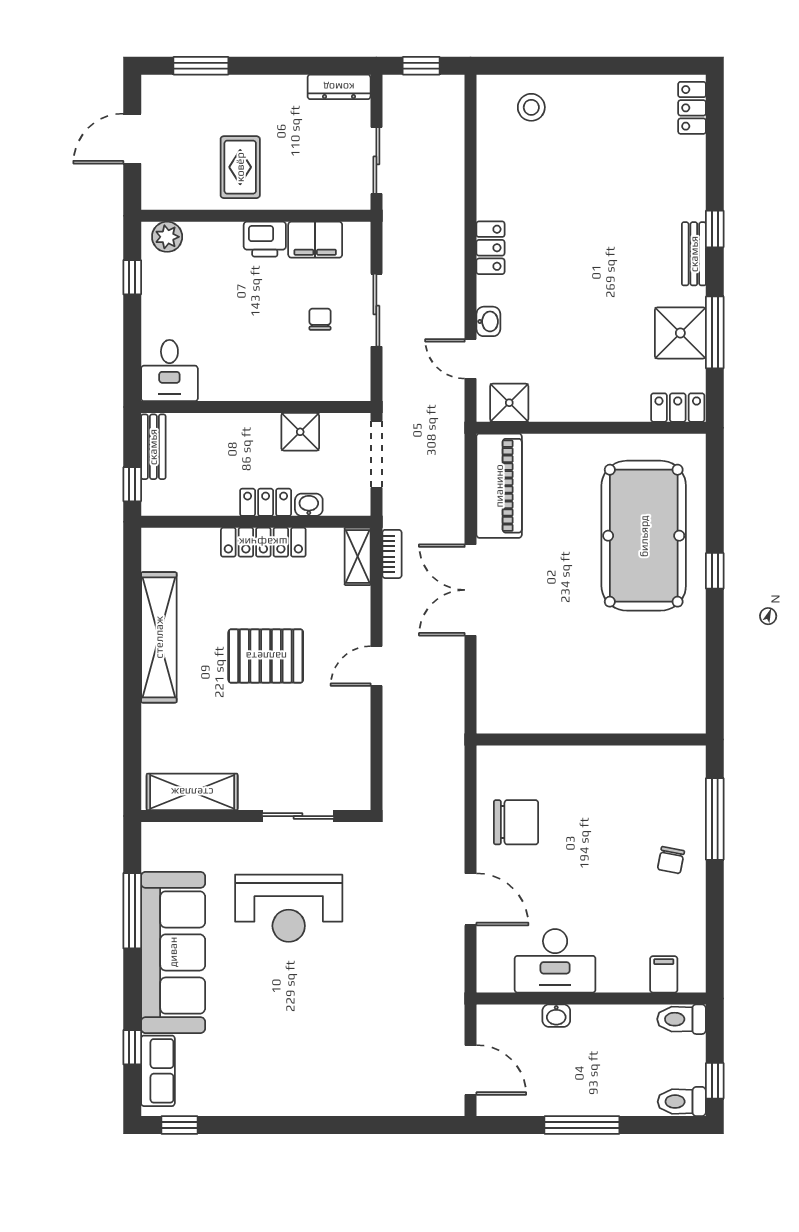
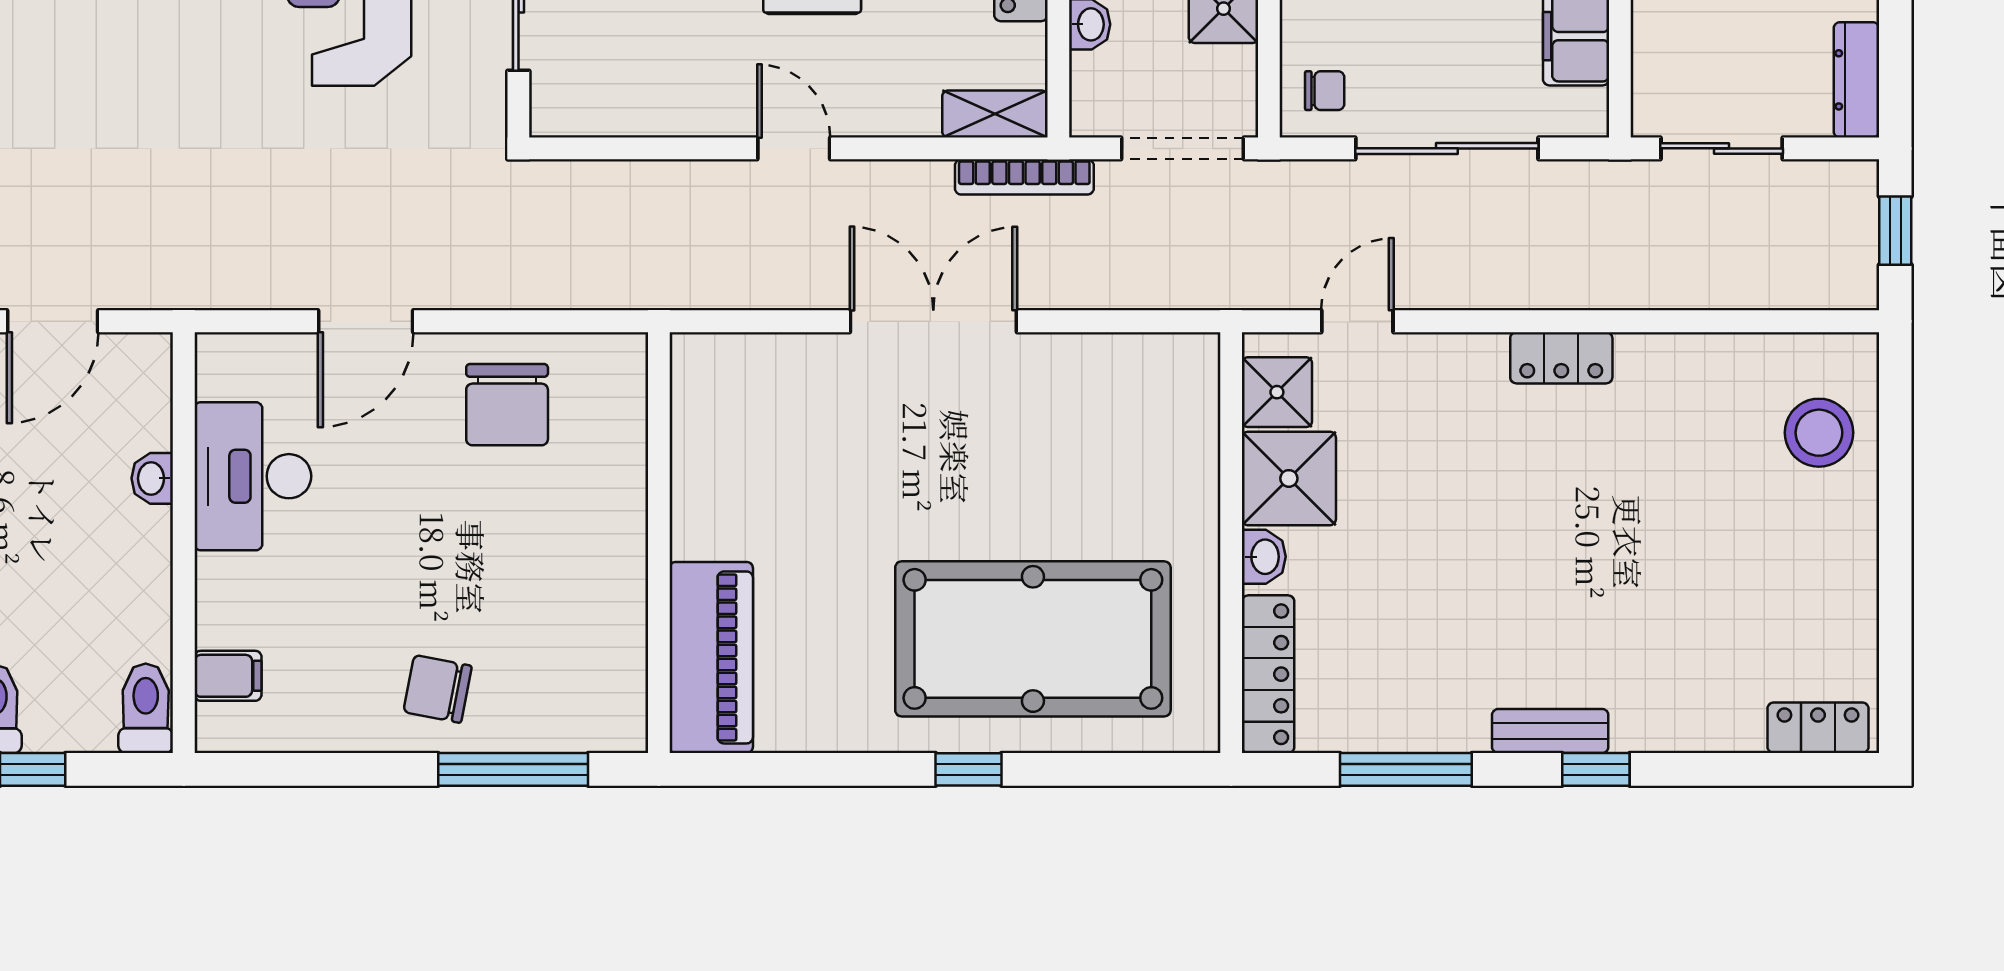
stool: (531, 107) -> (1819, 433), width x1.38, depth x1.38
sliding door: (376, 310) -> (1447, 148), width x1.37
chair: (320, 319) -> (1325, 91), moved
washbasin: (488, 321) -> (1264, 557), moved, turned -90
shower: (680, 333) -> (1289, 478), moved
locker: (678, 408) -> (1268, 674), width x1.53
piano: (499, 486) -> (711, 657), moved, turned -90
bookcase: (392, 554) -> (1024, 177), width x1.56
chair: (671, 860) -> (438, 689), width x1.37, depth x1.37

